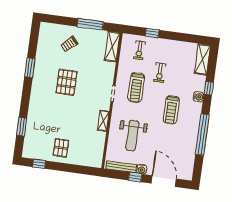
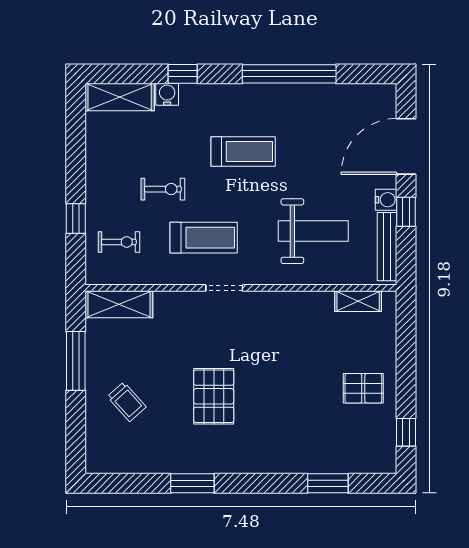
pallet: (66, 82) -> (214, 396), turned 90
water cooler: (198, 97) -> (167, 94), moved
shelving: (103, 121) -> (358, 301), moved

